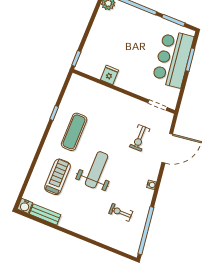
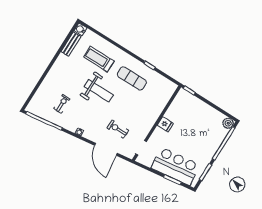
fridge: (109, 75) -> (165, 124), moved
treadmill: (58, 177) -> (99, 59), turned 180

